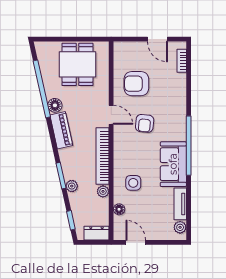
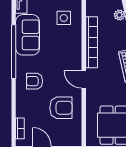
armchair: (145, 123) -> (35, 81), moved, turned -96
plant: (103, 191) -> (91, 10), removed

